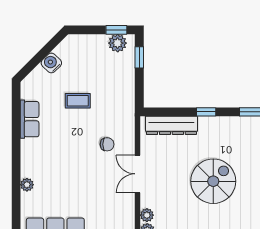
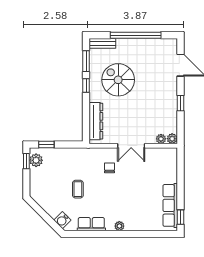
water cooler: (51, 63) -> (62, 220), moved
window: (206, 112) -> (86, 85), moved
spiral stairs: (213, 181) -> (118, 80), moved
plant: (27, 185) -> (119, 226), moved

